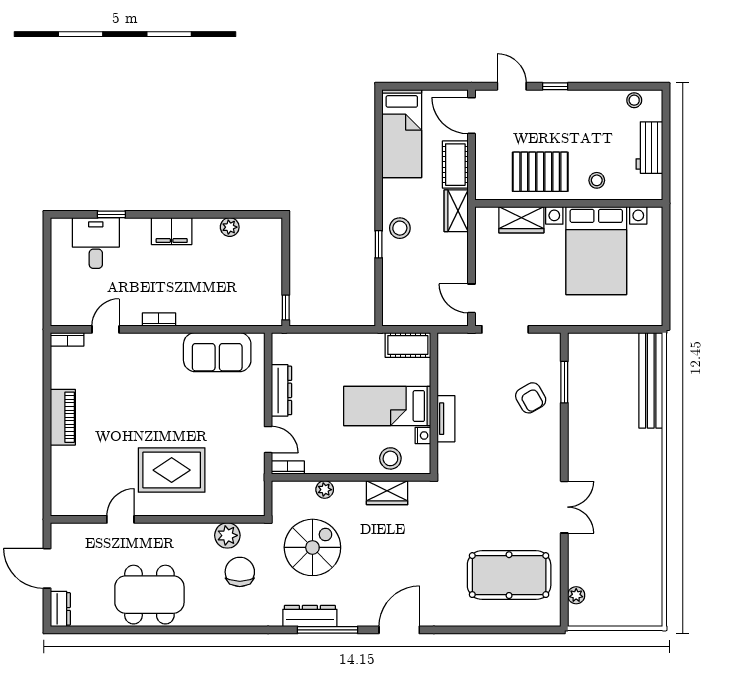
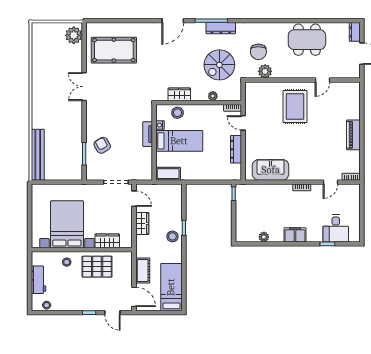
wardrobe: (456, 211) -> (142, 223), moved
rug: (172, 470) -> (295, 107), turned 90
plant: (576, 595) -> (74, 35), width x1.87, depth x1.87

